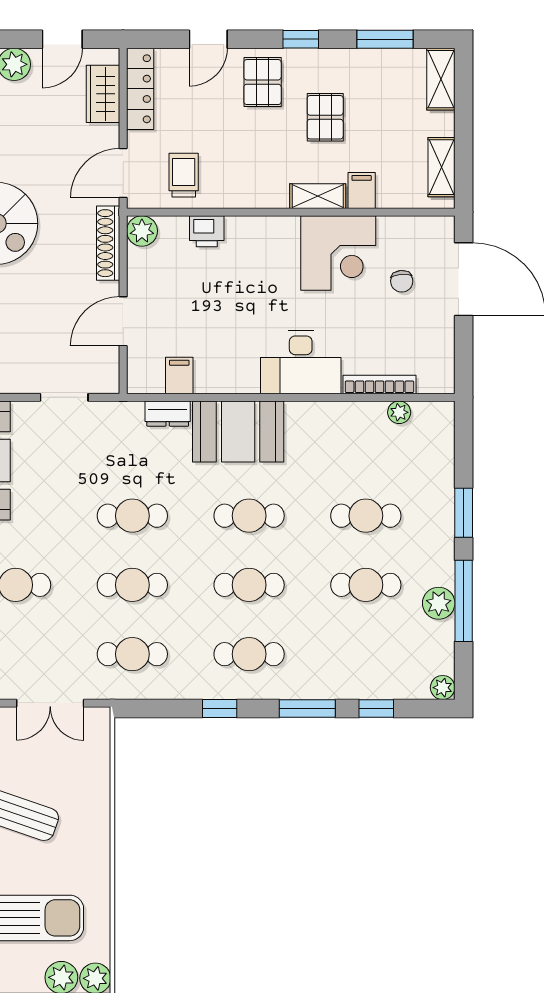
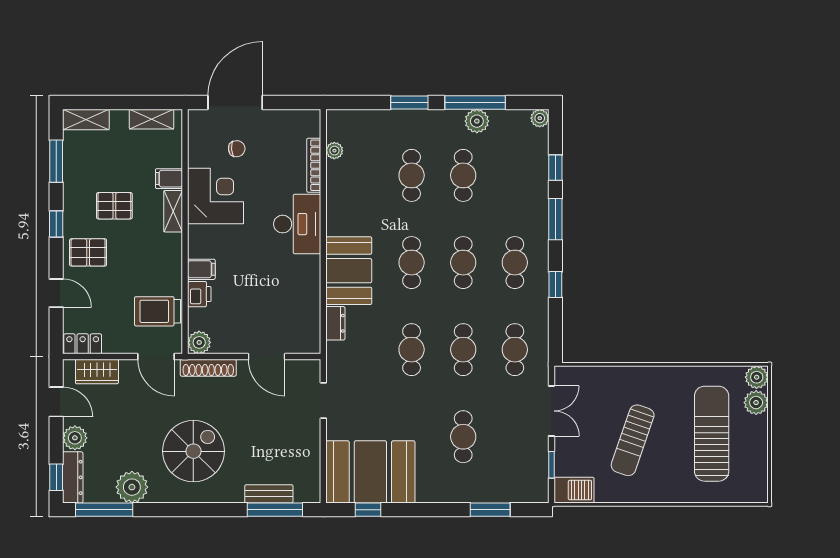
locker: (140, 89) -> (83, 344), width x0.66
trolley: (184, 175) -> (157, 311), width x1.36, depth x1.39
filing cabinet: (179, 376) -> (201, 269), moved, turned 180

